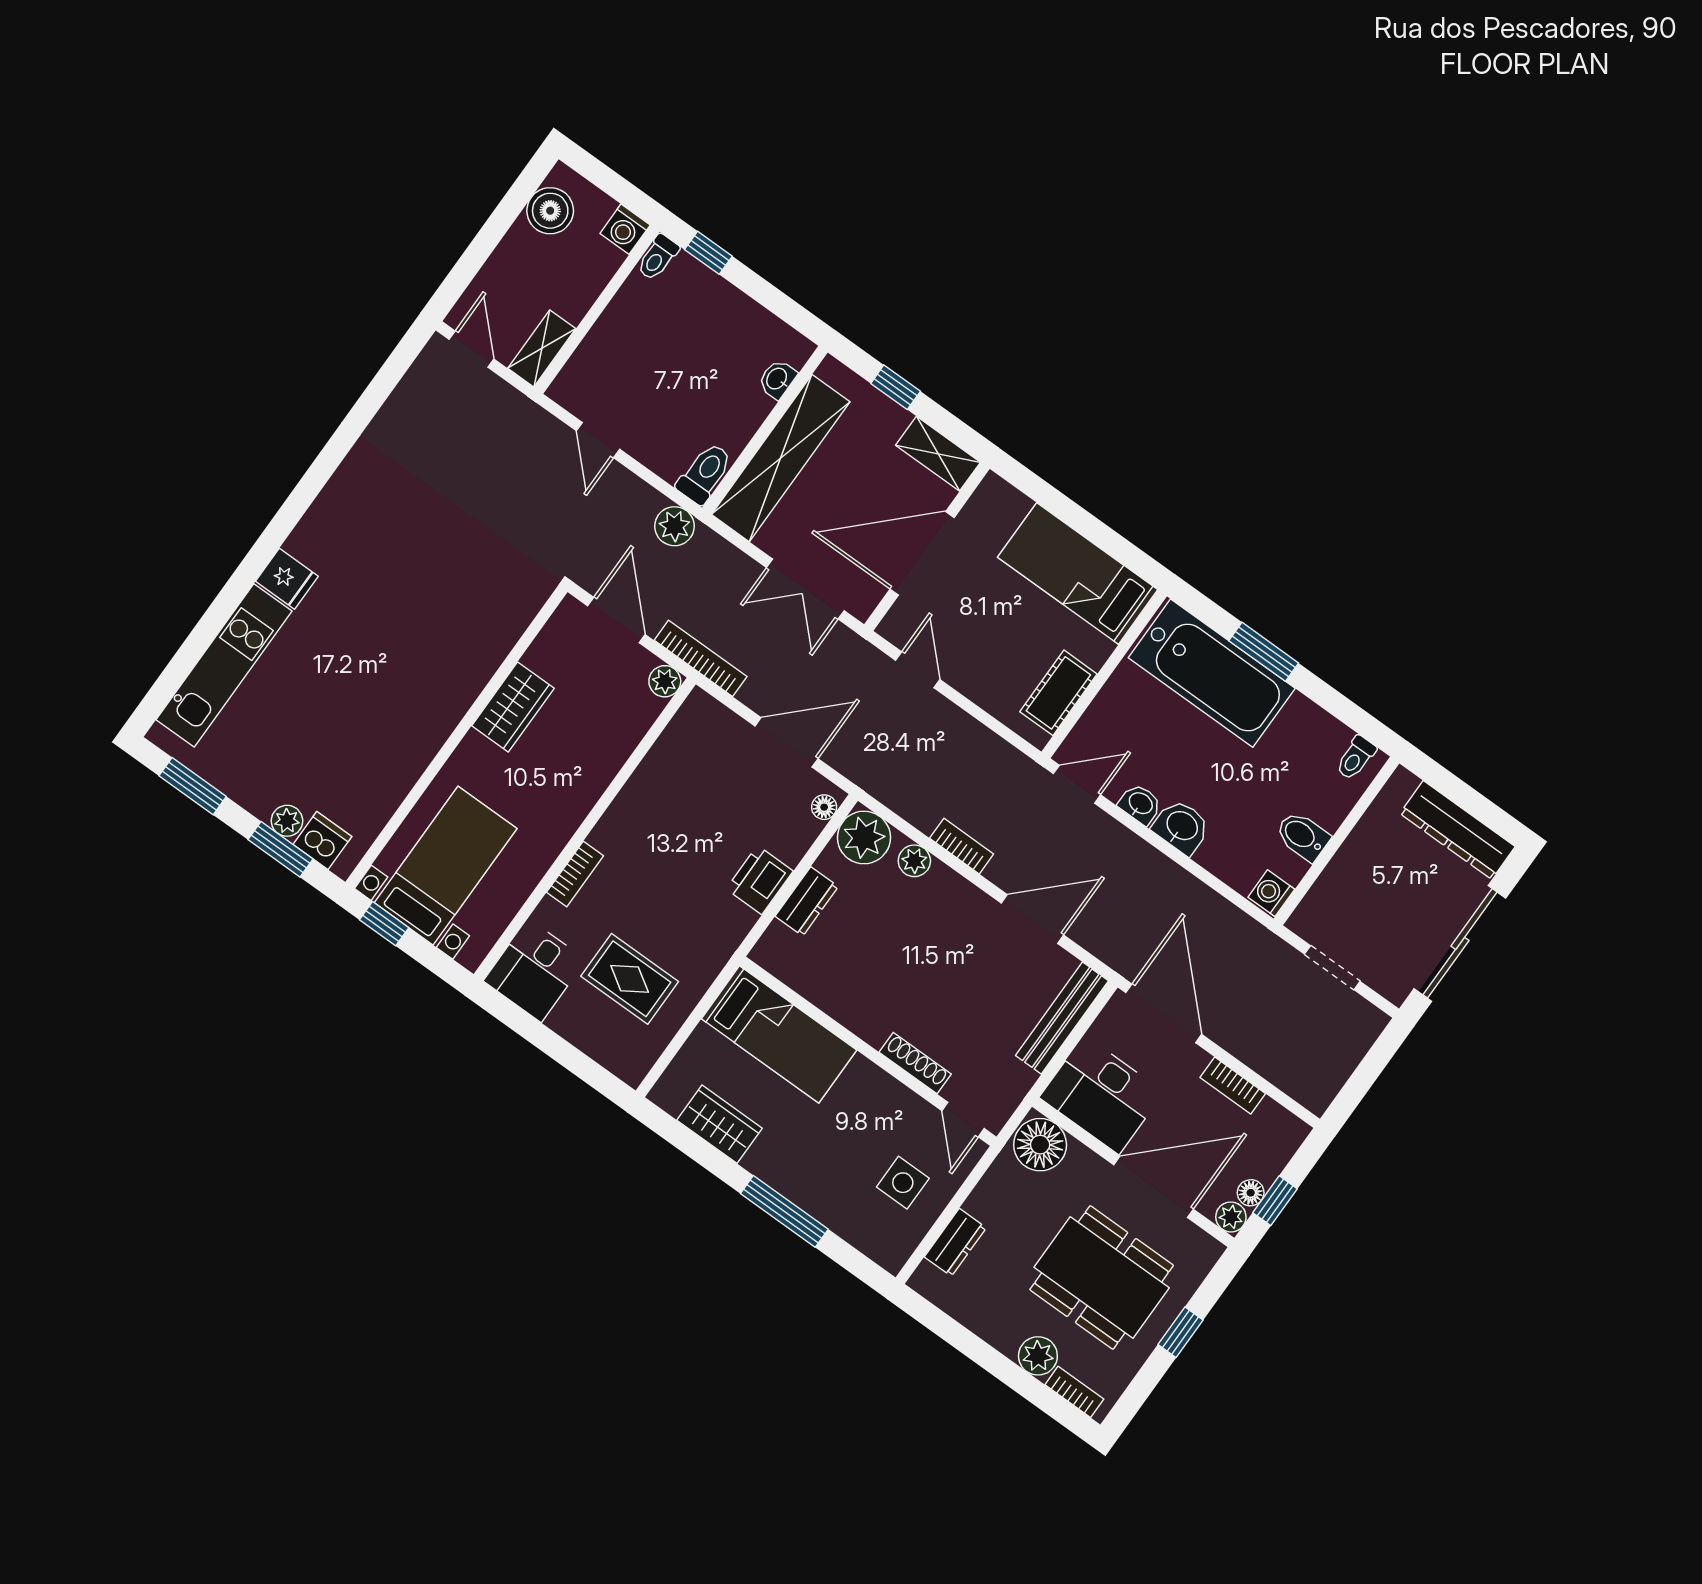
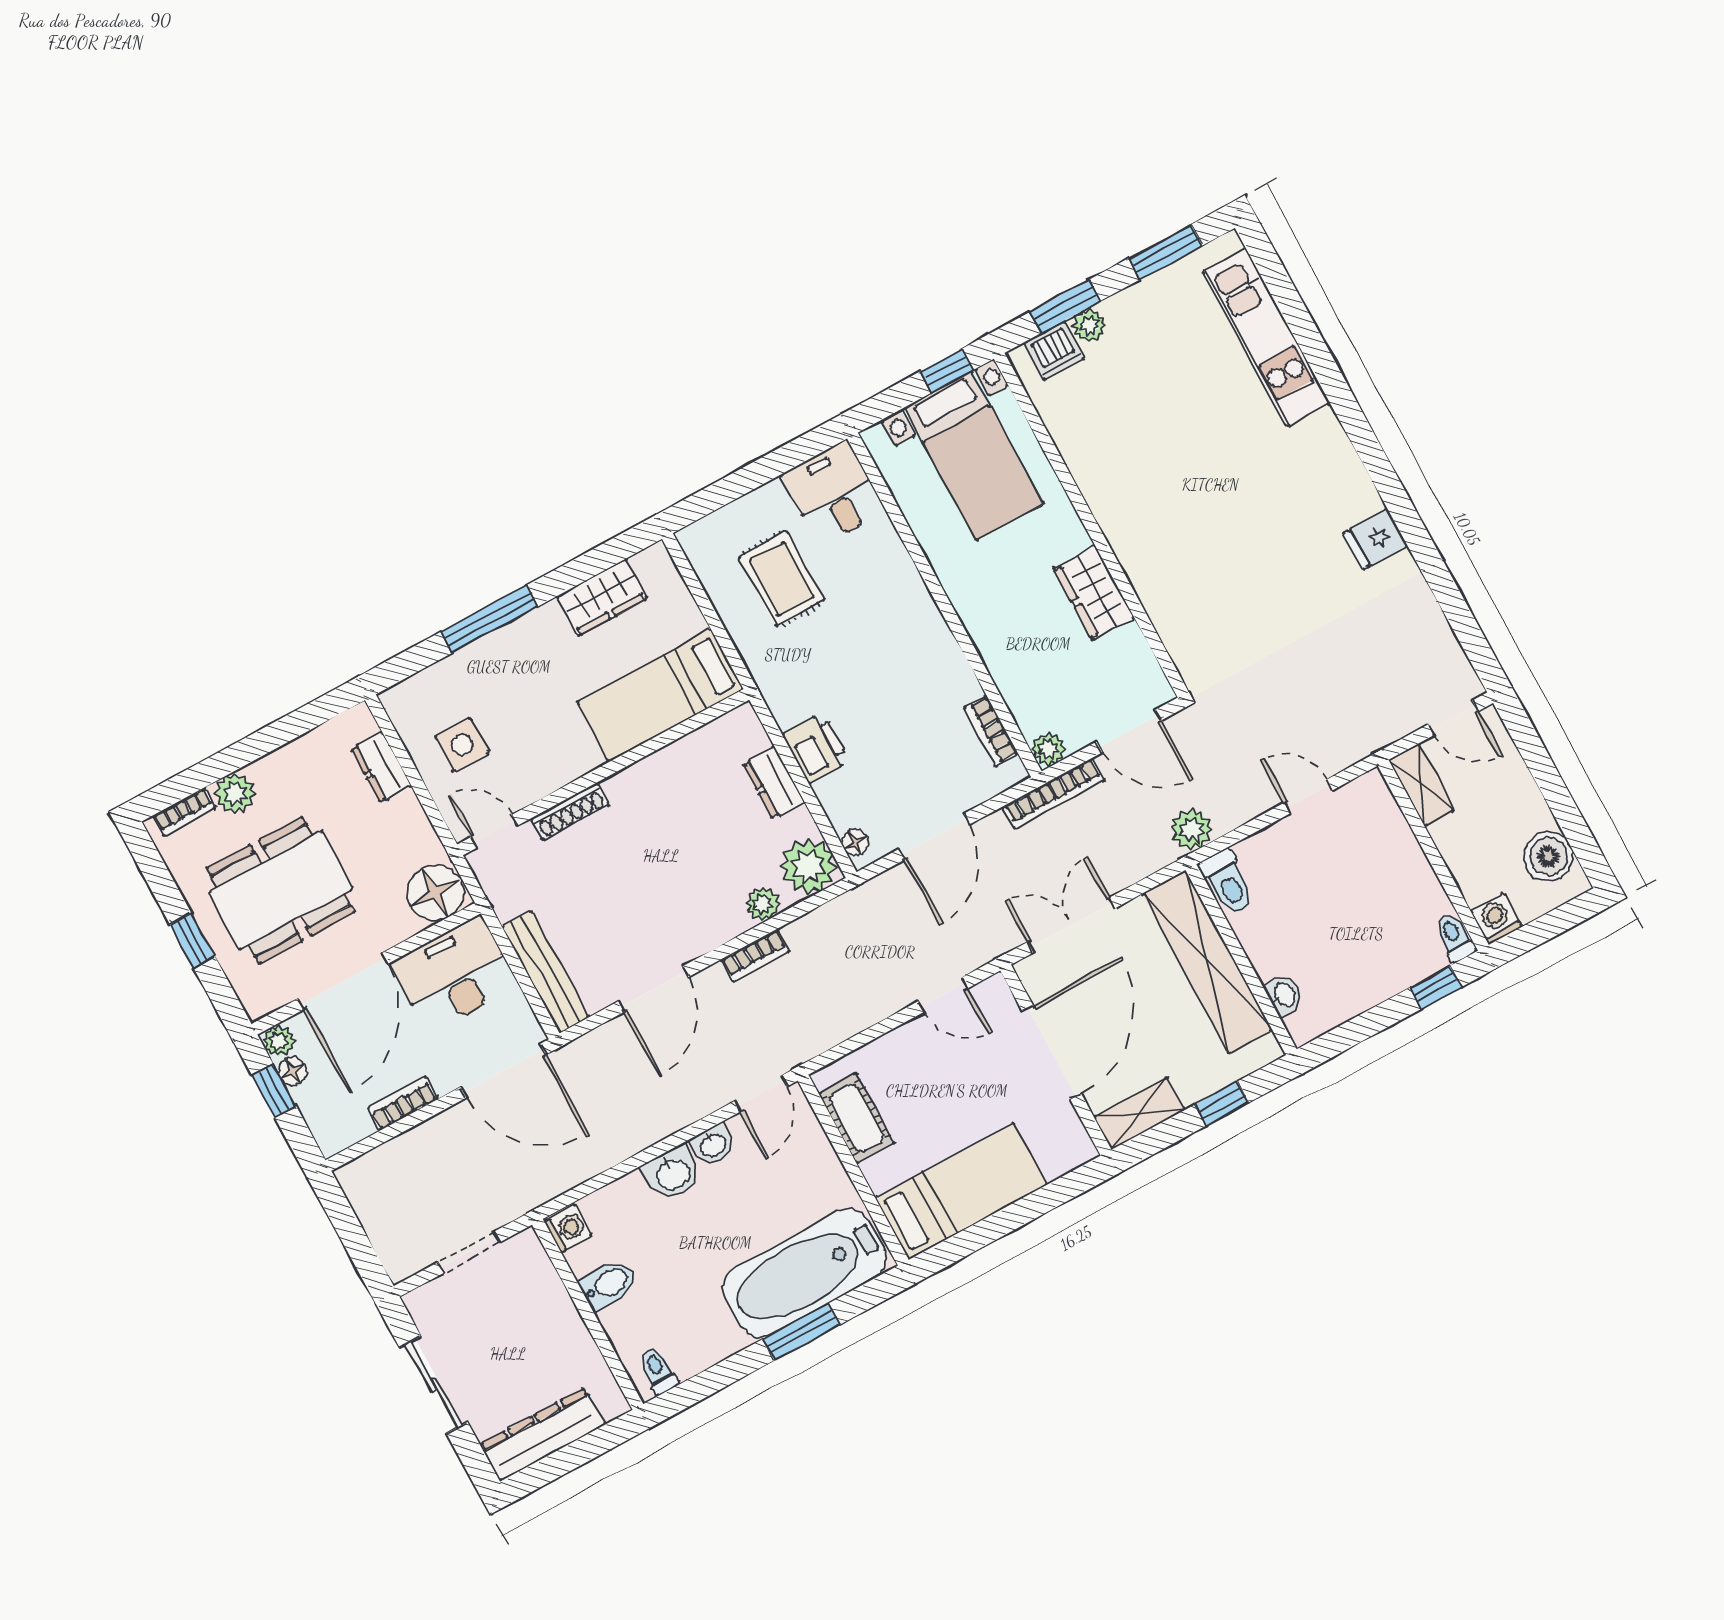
fridge: (287, 579) -> (1375, 539), moved
bookcase: (575, 874) -> (991, 731), moved
sliding door: (1460, 943) -> (434, 1385), width x0.73
rug: (630, 979) -> (782, 579), turned 90

